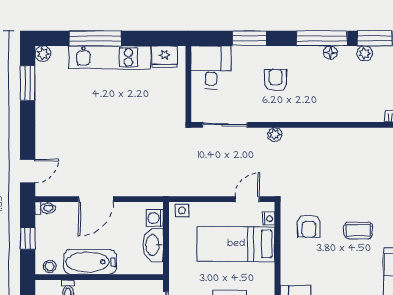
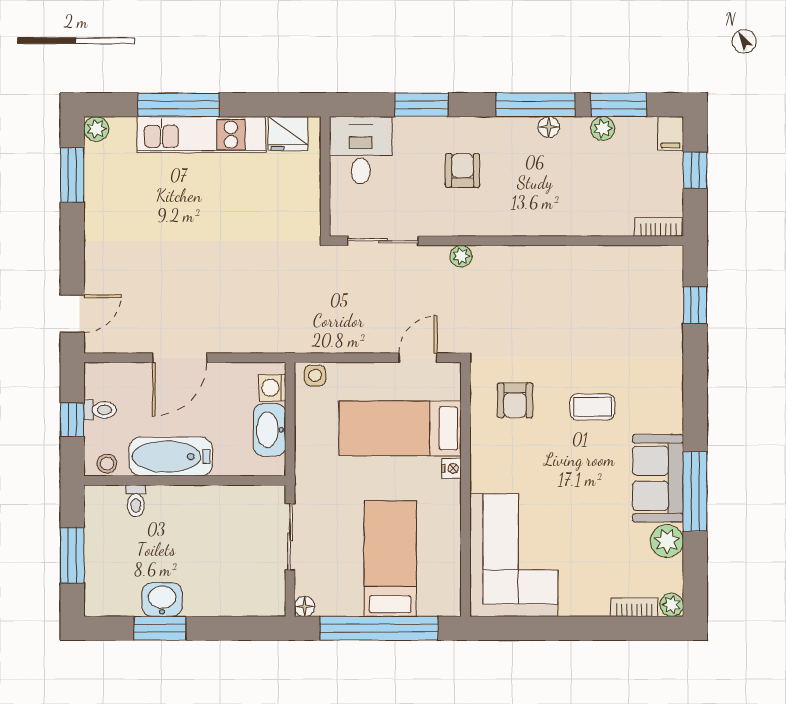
toilet: (45, 208) -> (100, 410), moved
nightstand: (269, 219) -> (452, 468), moved

